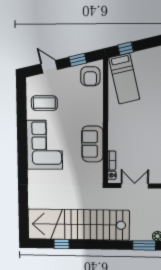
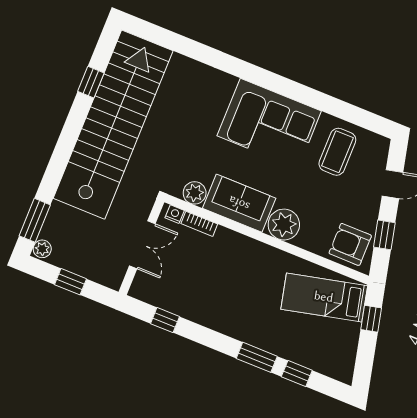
plant: (94, 116) -> (284, 225), added
plant: (97, 169) -> (195, 193), added

